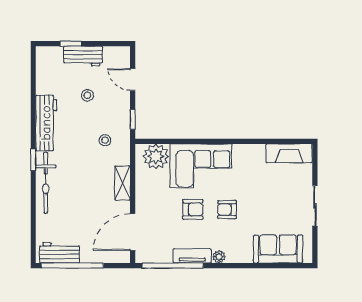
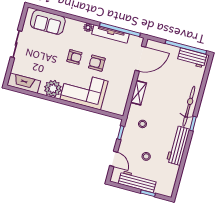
workbench: (83, 56) -> (137, 182), width x1.38
plant: (156, 156) -> (53, 89), moved
tv unit: (192, 256) -> (111, 34), width x1.41

